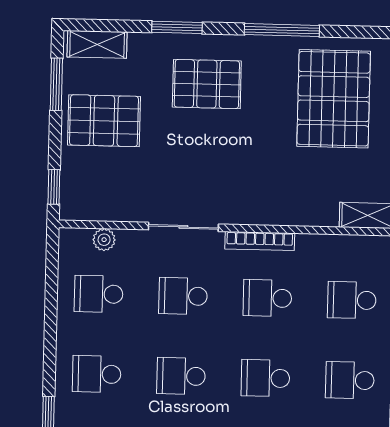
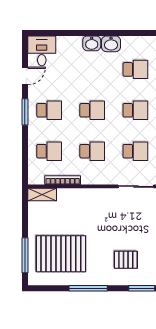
pallet: (207, 84) -> (126, 260), width x0.67, depth x0.71
pallet: (334, 99) -> (61, 254), turned 90
bookcase: (260, 241) -> (63, 180), moved

